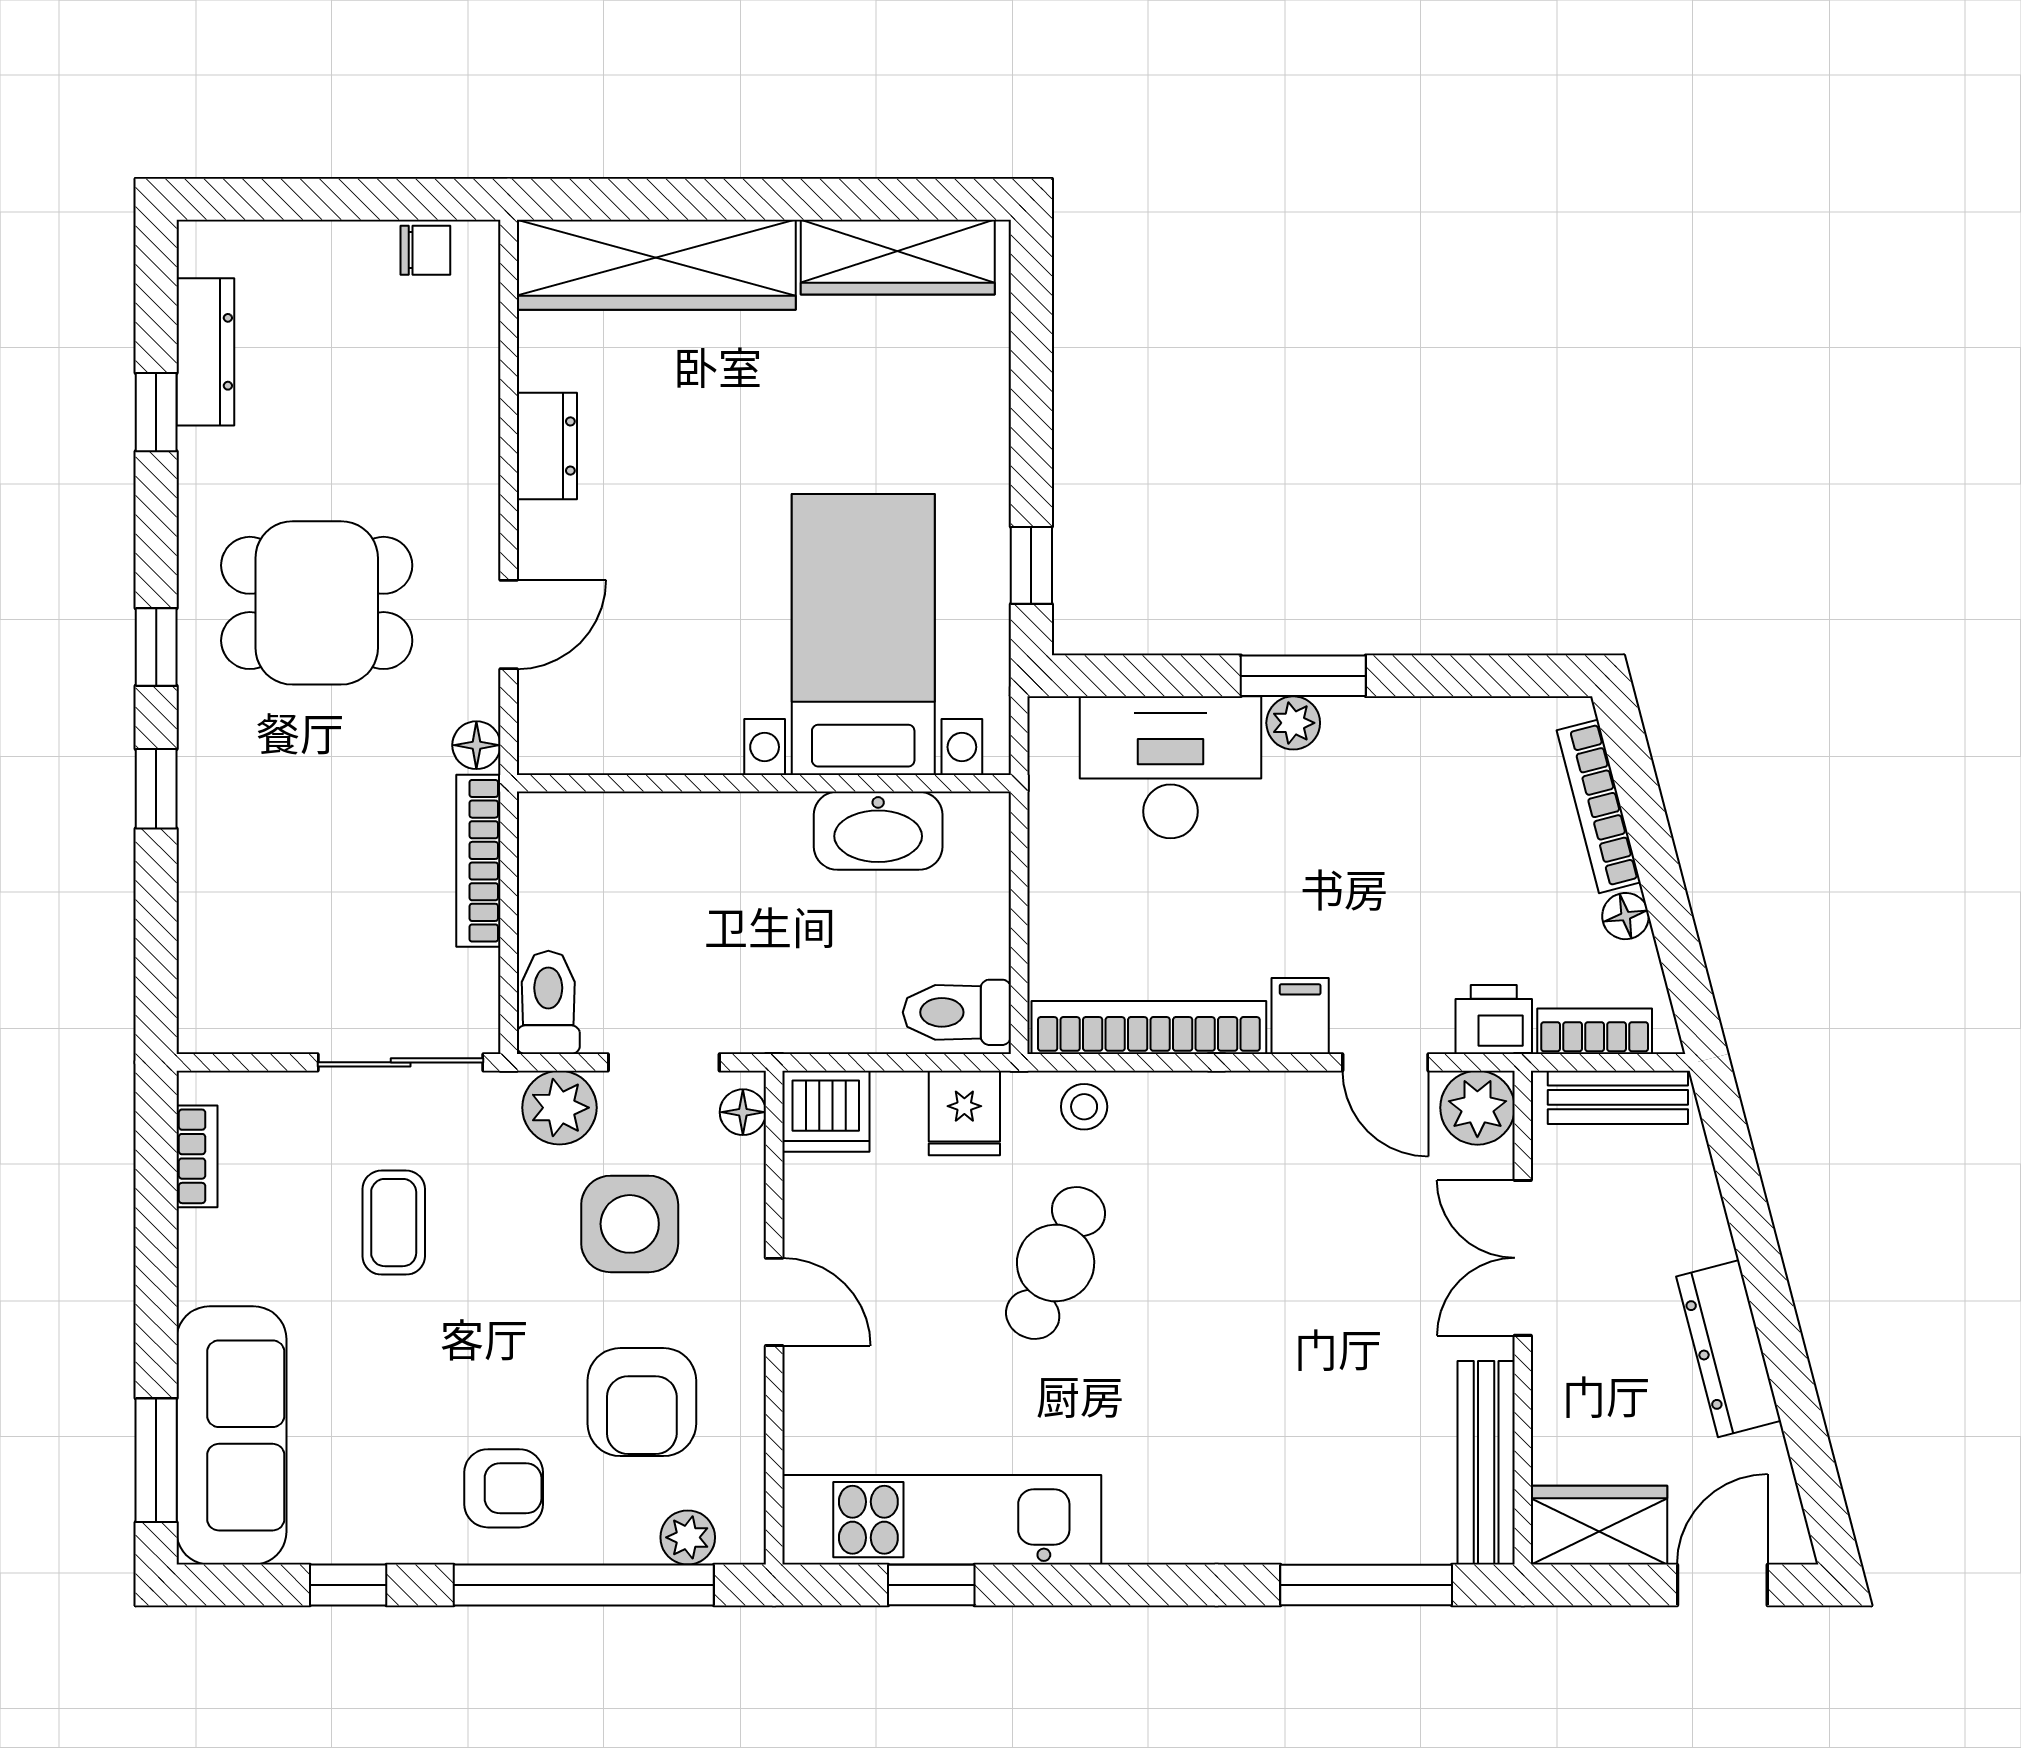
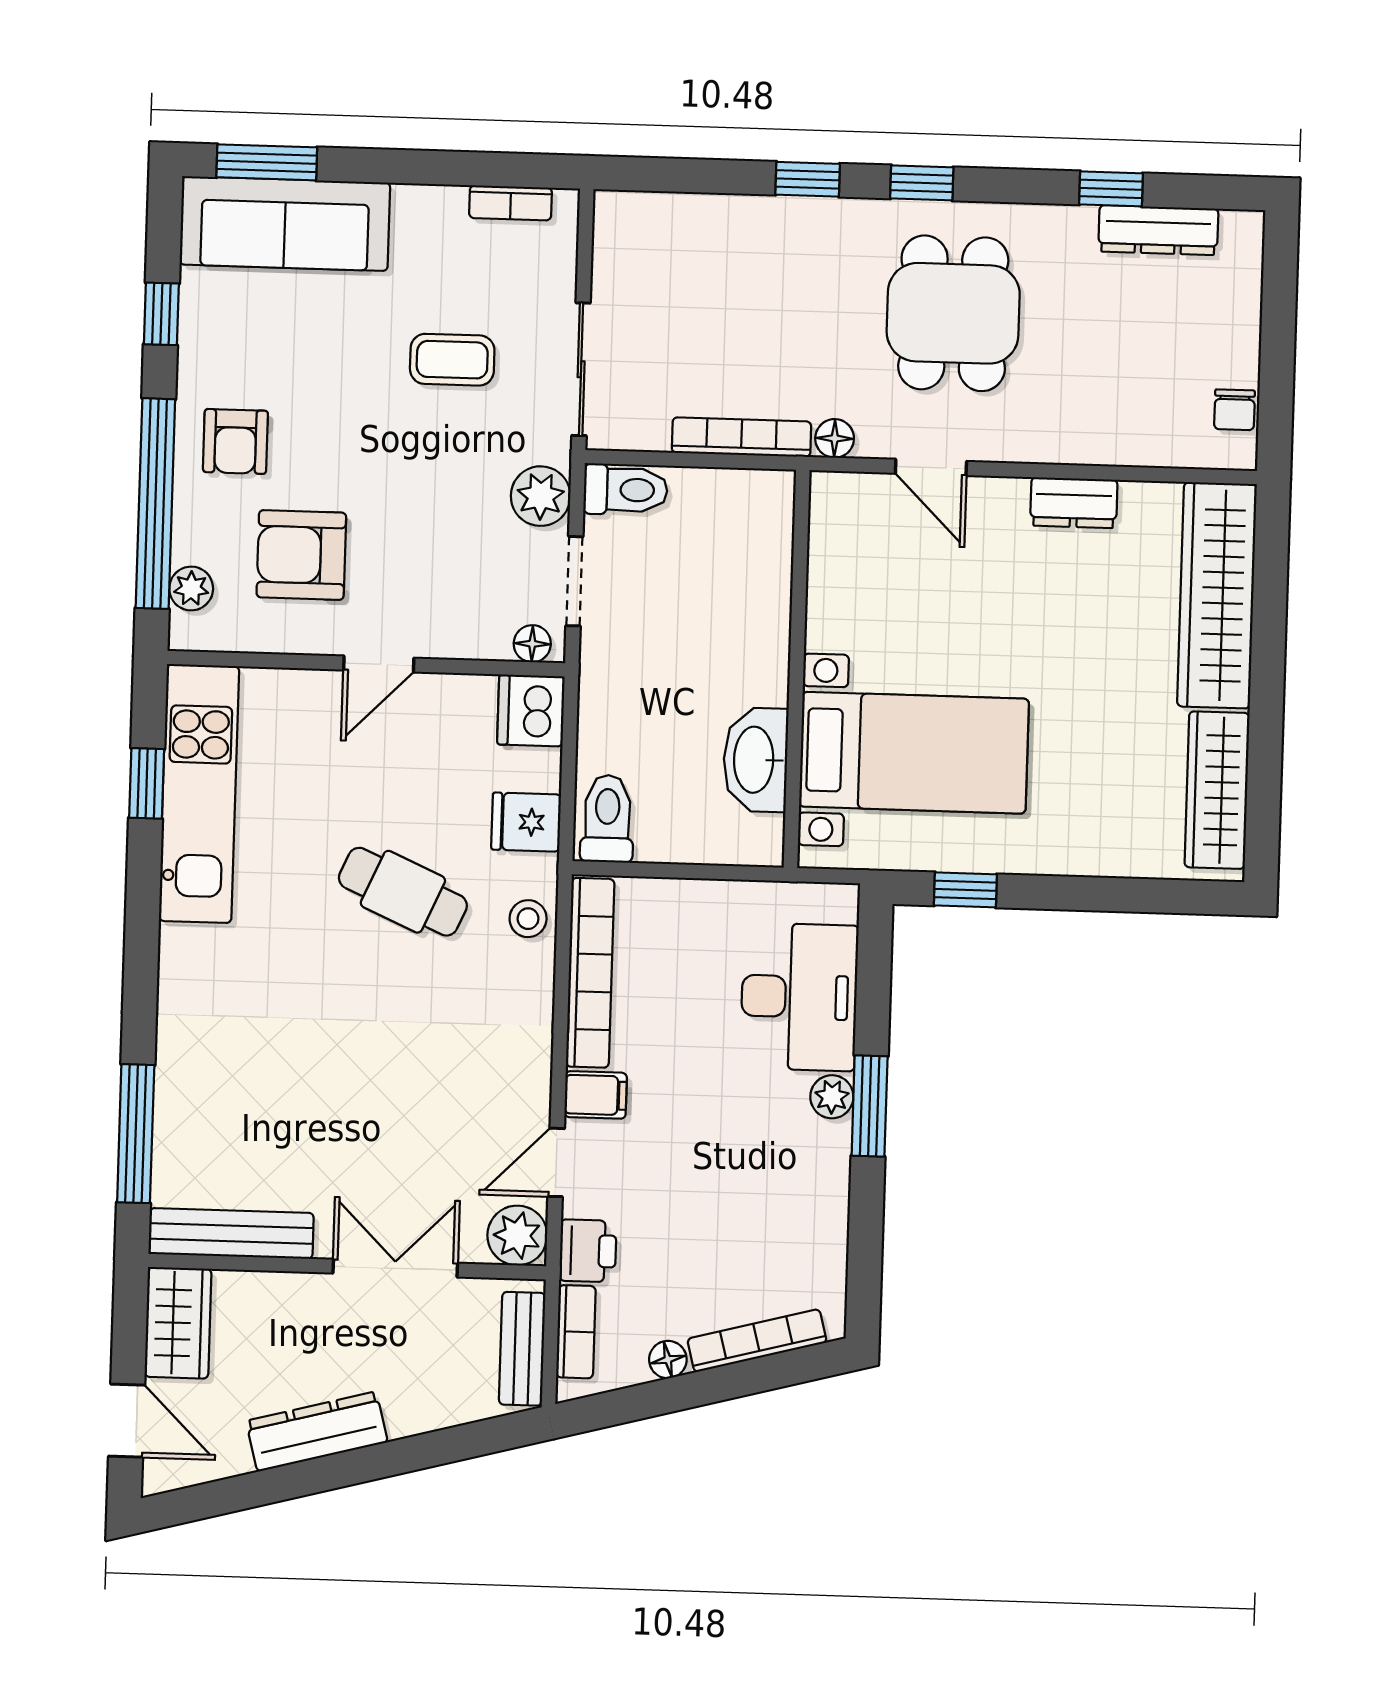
side table: (630, 1224) -> (445, 550), removed

